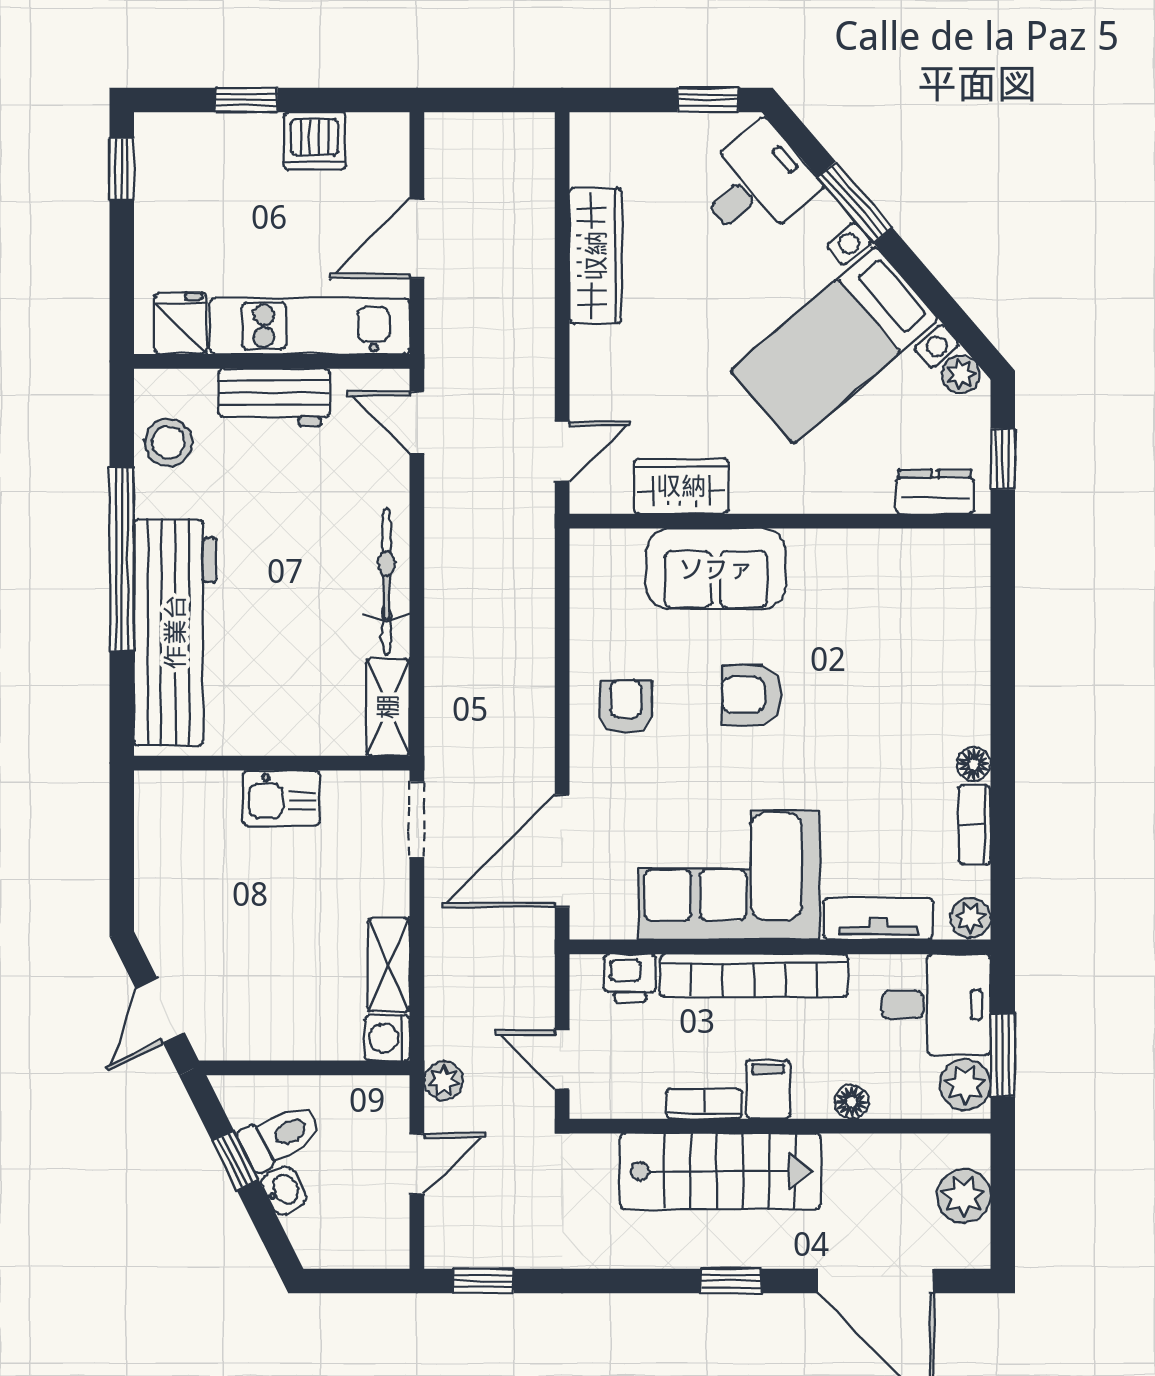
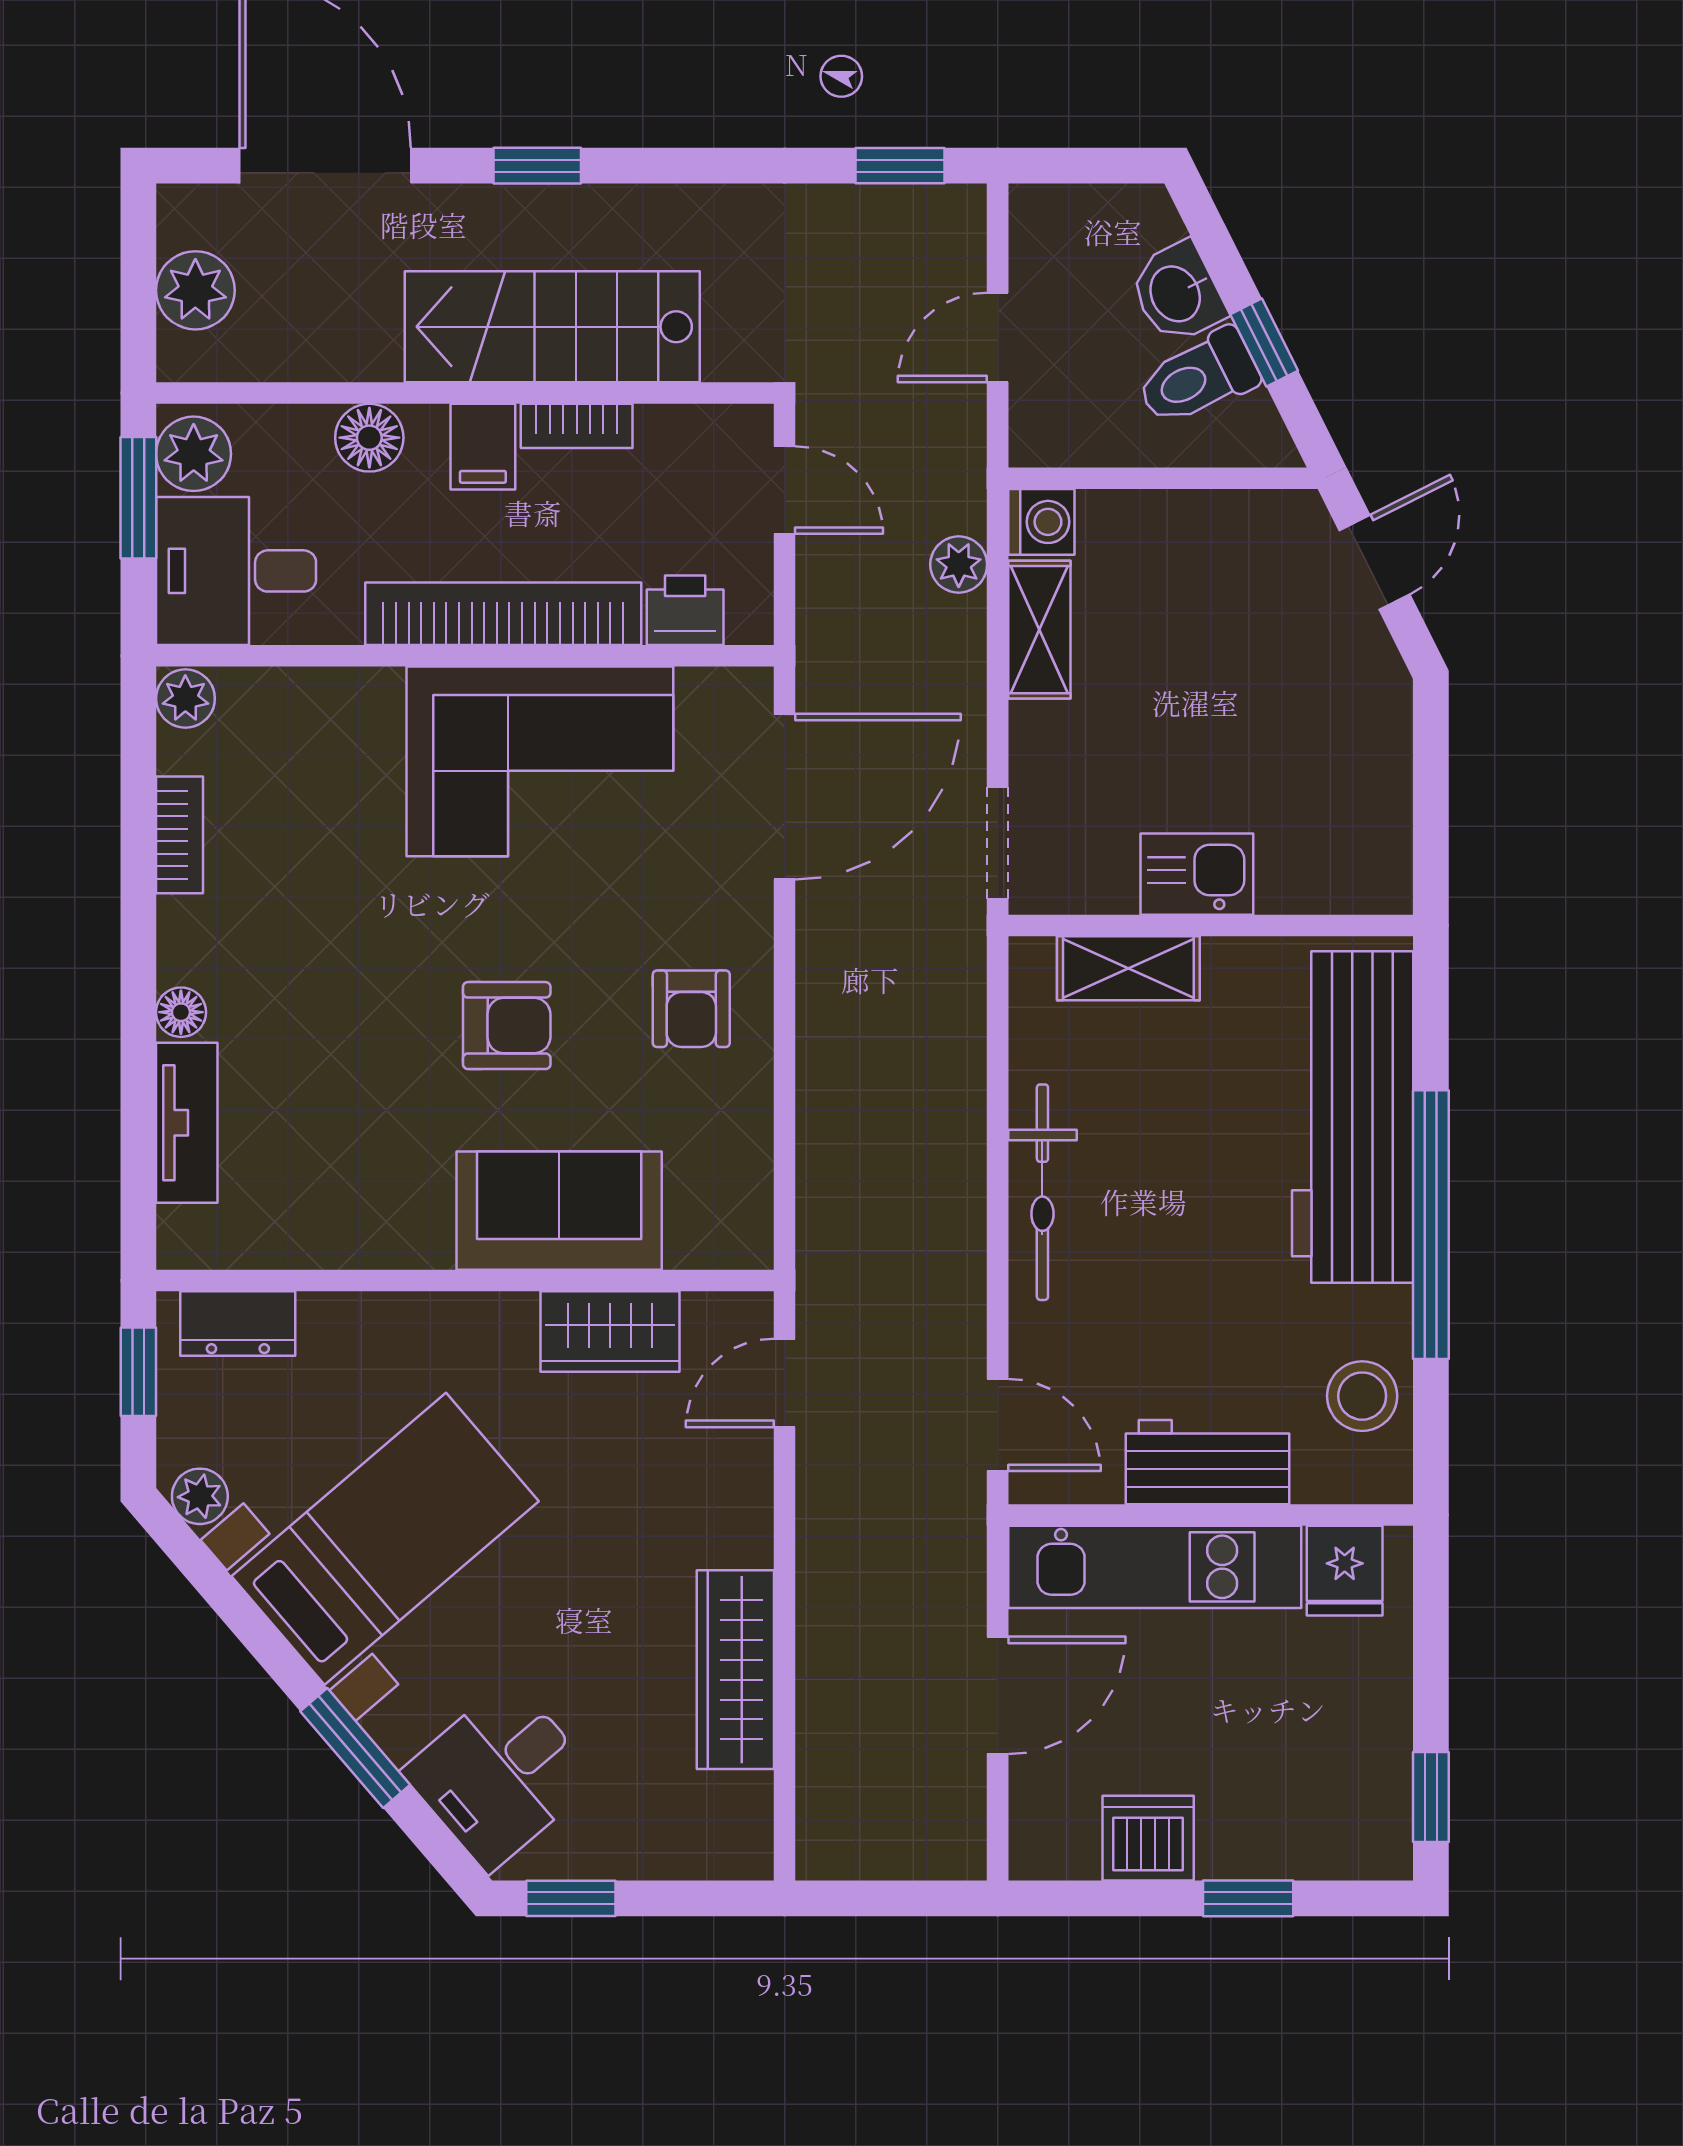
shelving: (388, 707) -> (1128, 968), moved, turned 90
floor lamp: (974, 764) -> (181, 1012), moved
tv unit: (878, 919) -> (187, 1123), moved, turned -90
plant: (444, 1081) -> (959, 565), moved
floor lamp: (852, 1102) -> (369, 438), width x1.37, depth x1.37
washbasin: (284, 1190) -> (1177, 293), width x1.38, depth x1.45

